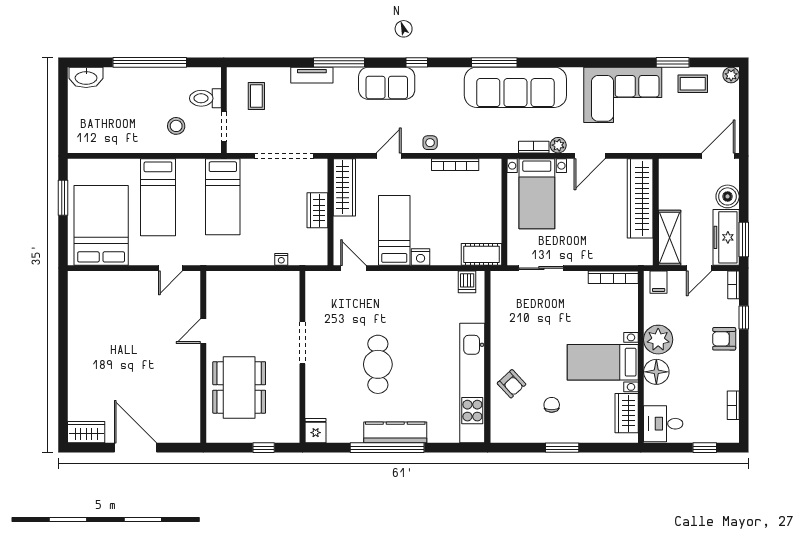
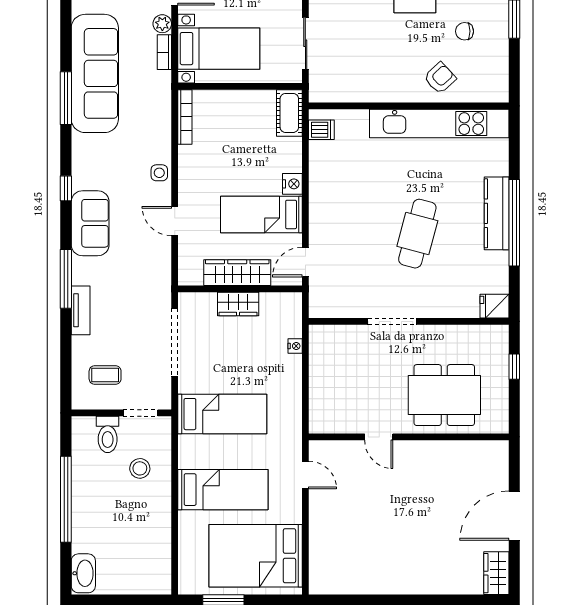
bookcase: (455, 165) -> (185, 117), moved
wardrobe: (344, 187) -> (237, 273), moved
cafe table: (378, 364) -> (417, 234), turned -75

